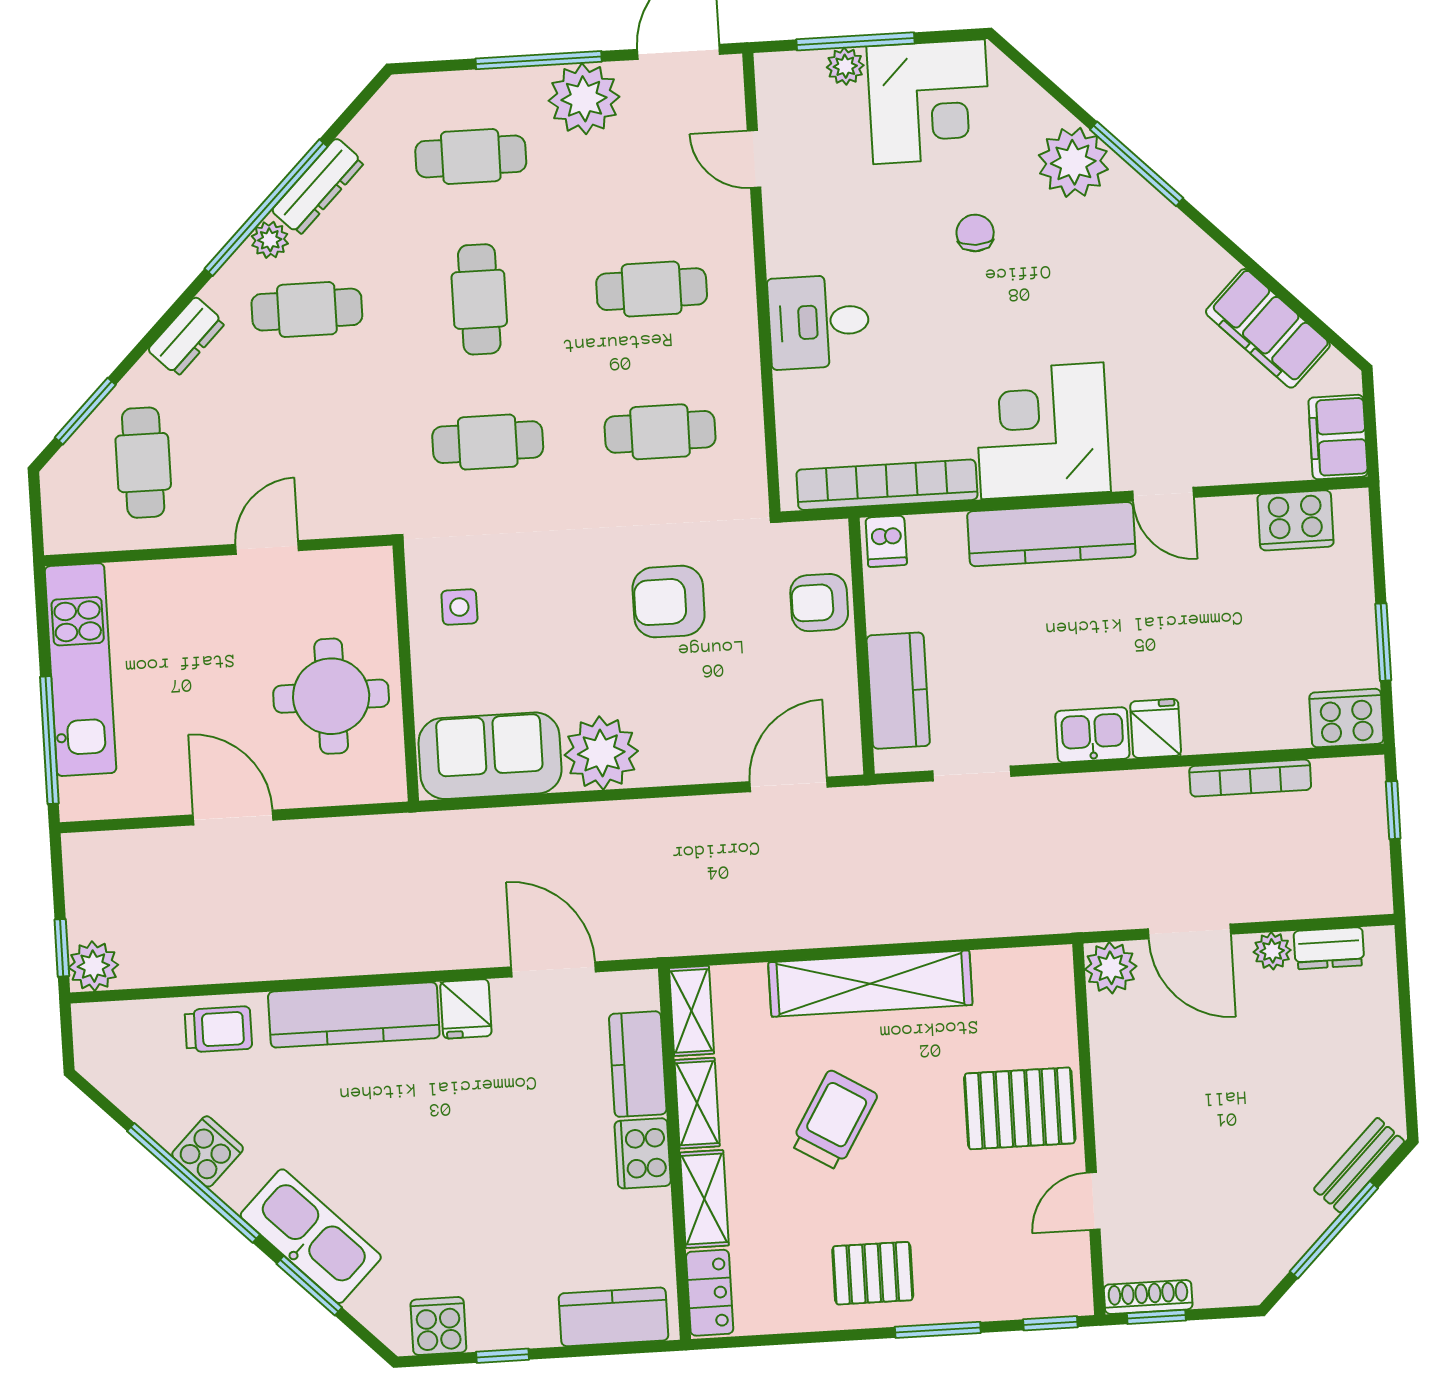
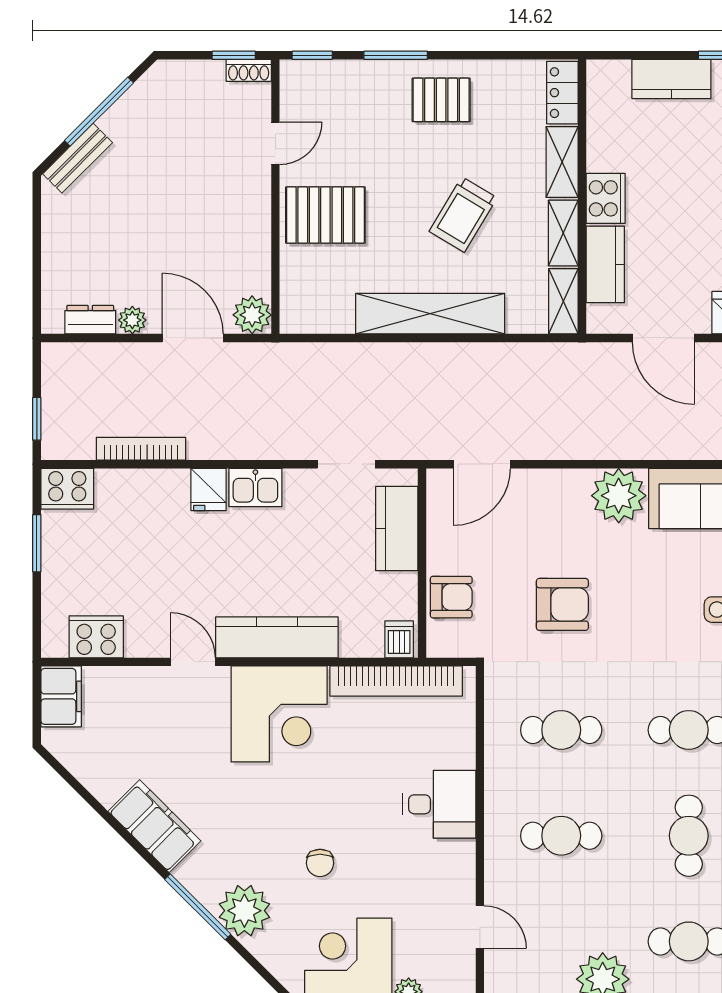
filing cabinet: (1268, 328) -> (154, 826), moved
shoe rack: (1148, 1297) -> (249, 70), width x0.70
kitchen counter: (614, 1317) -> (671, 79), moved

